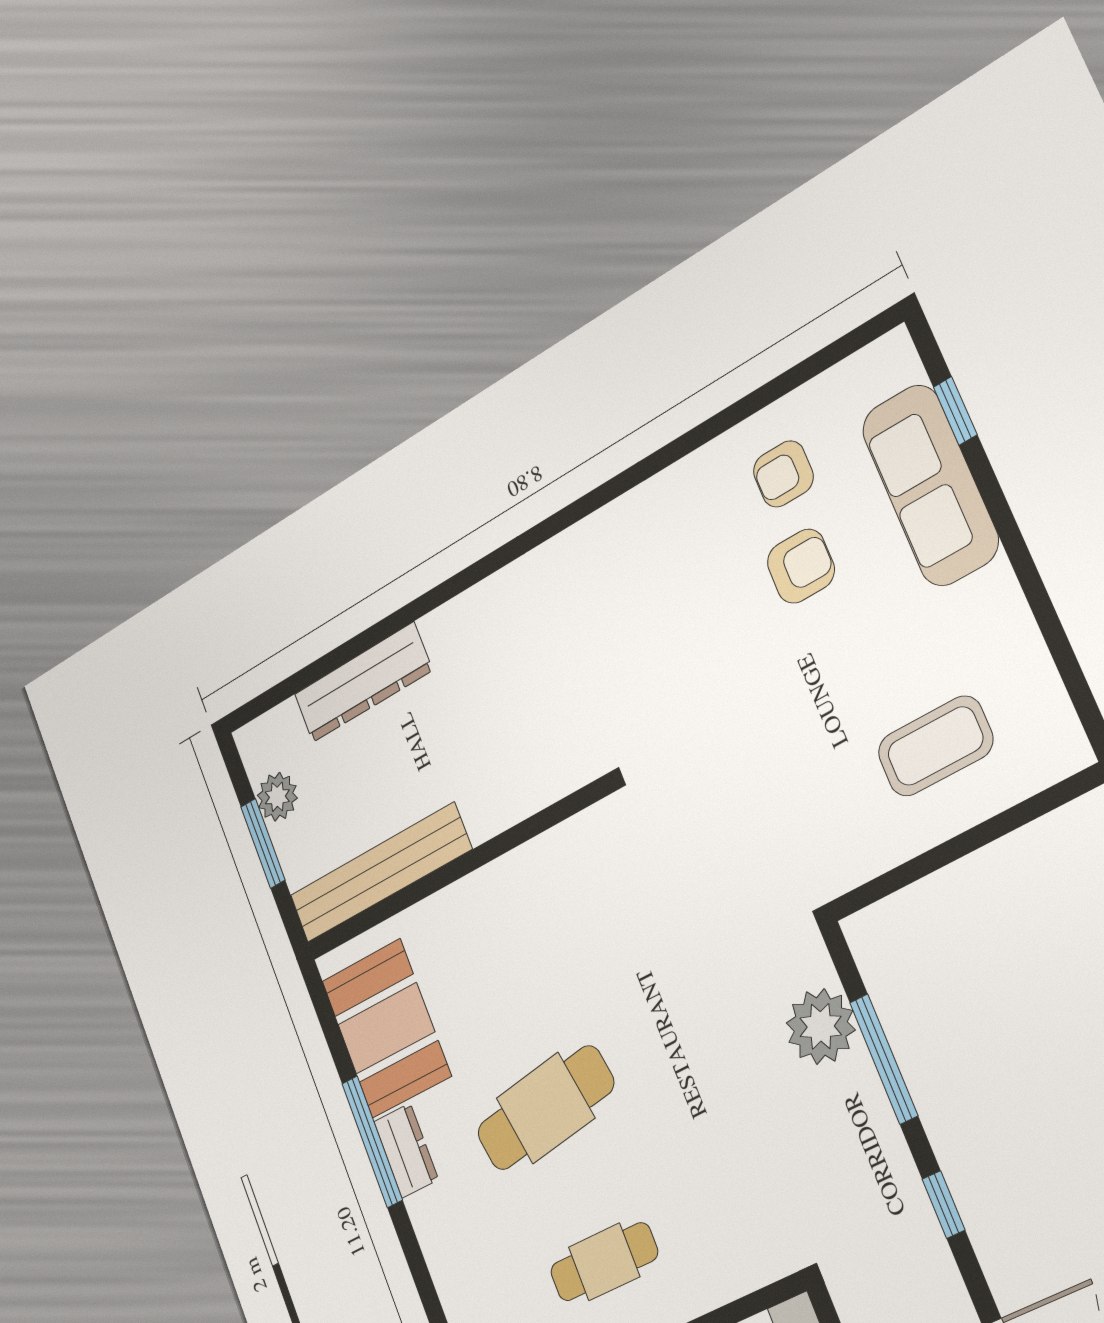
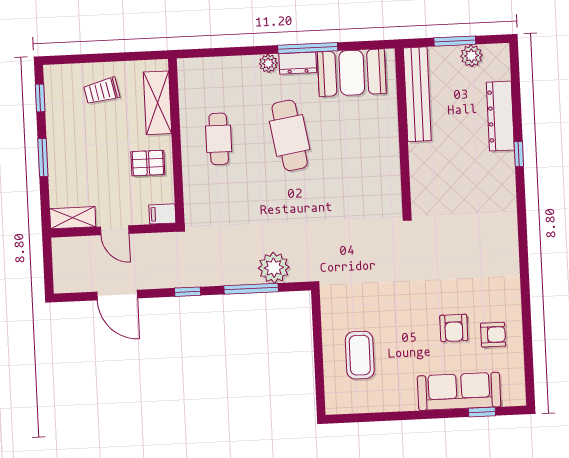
armchair: (783, 474) -> (493, 335), turned 90
window: (418, 608) -> (519, 154), added
plant: (427, 1213) -> (268, 63), added

